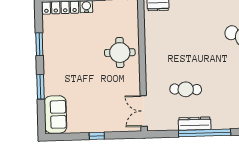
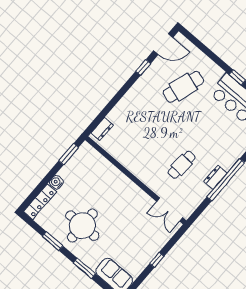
round table: (120, 53) -> (82, 226), moved, width x1.36, depth x1.36
dresser: (195, 123) -> (215, 177), width x0.70

